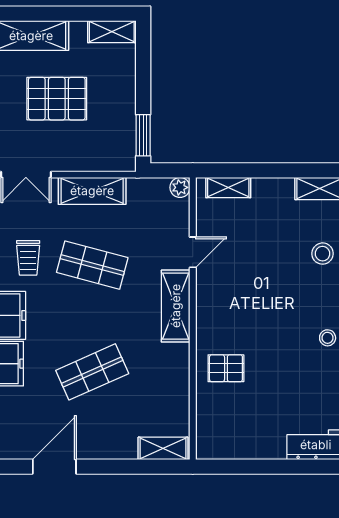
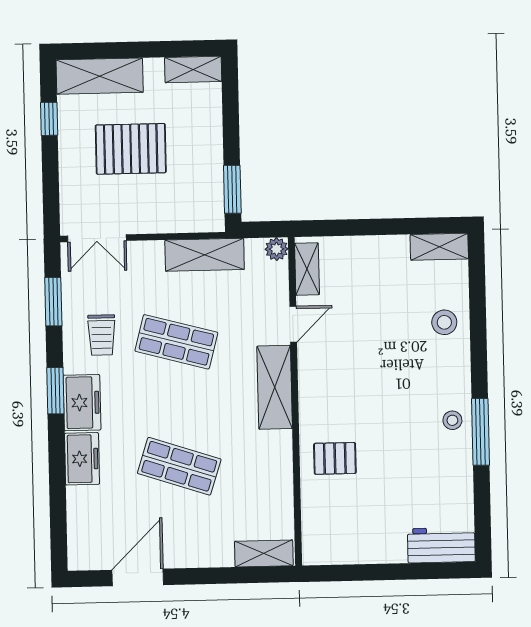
shelving: (228, 188) -> (307, 269), moved, turned 90
shelving: (92, 191) -> (205, 255), moved
shop shelf: (92, 372) -> (179, 466), turned 42

